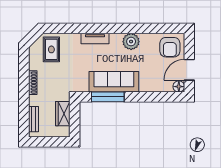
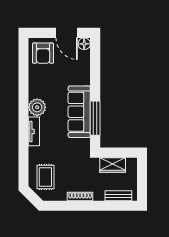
plant: (131, 42) -> (37, 107), moved
armchair: (170, 47) -> (43, 53), turned 90
rug: (51, 49) -> (45, 177), turned 90

